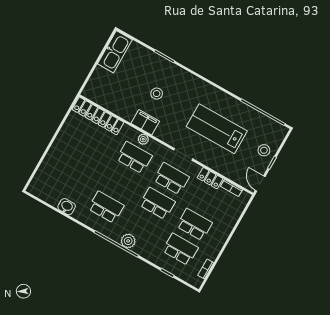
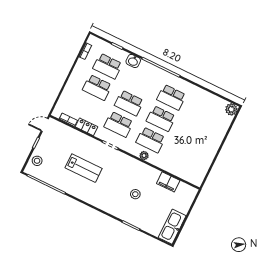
locker: (98, 116) -> (183, 173), removed
filing cabinet: (145, 122) -> (168, 182), moved
lab bench: (217, 129) -> (84, 168), width x0.73, depth x0.72
stool: (264, 150) -> (37, 161), moved
school desk: (120, 182) -> (161, 119), added
door: (260, 184) -> (45, 125), swing flipped
washbasin: (67, 207) -> (133, 61), moved
plant: (128, 241) -> (231, 109), moved

